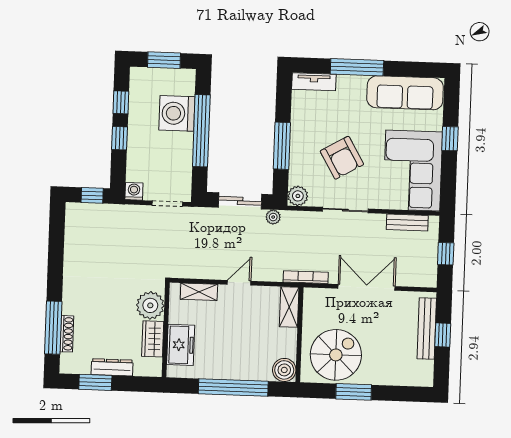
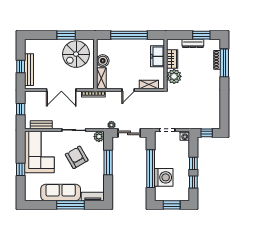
sofa: (405, 93) -> (61, 192), moved
boiler: (284, 370) -> (103, 61), moved

